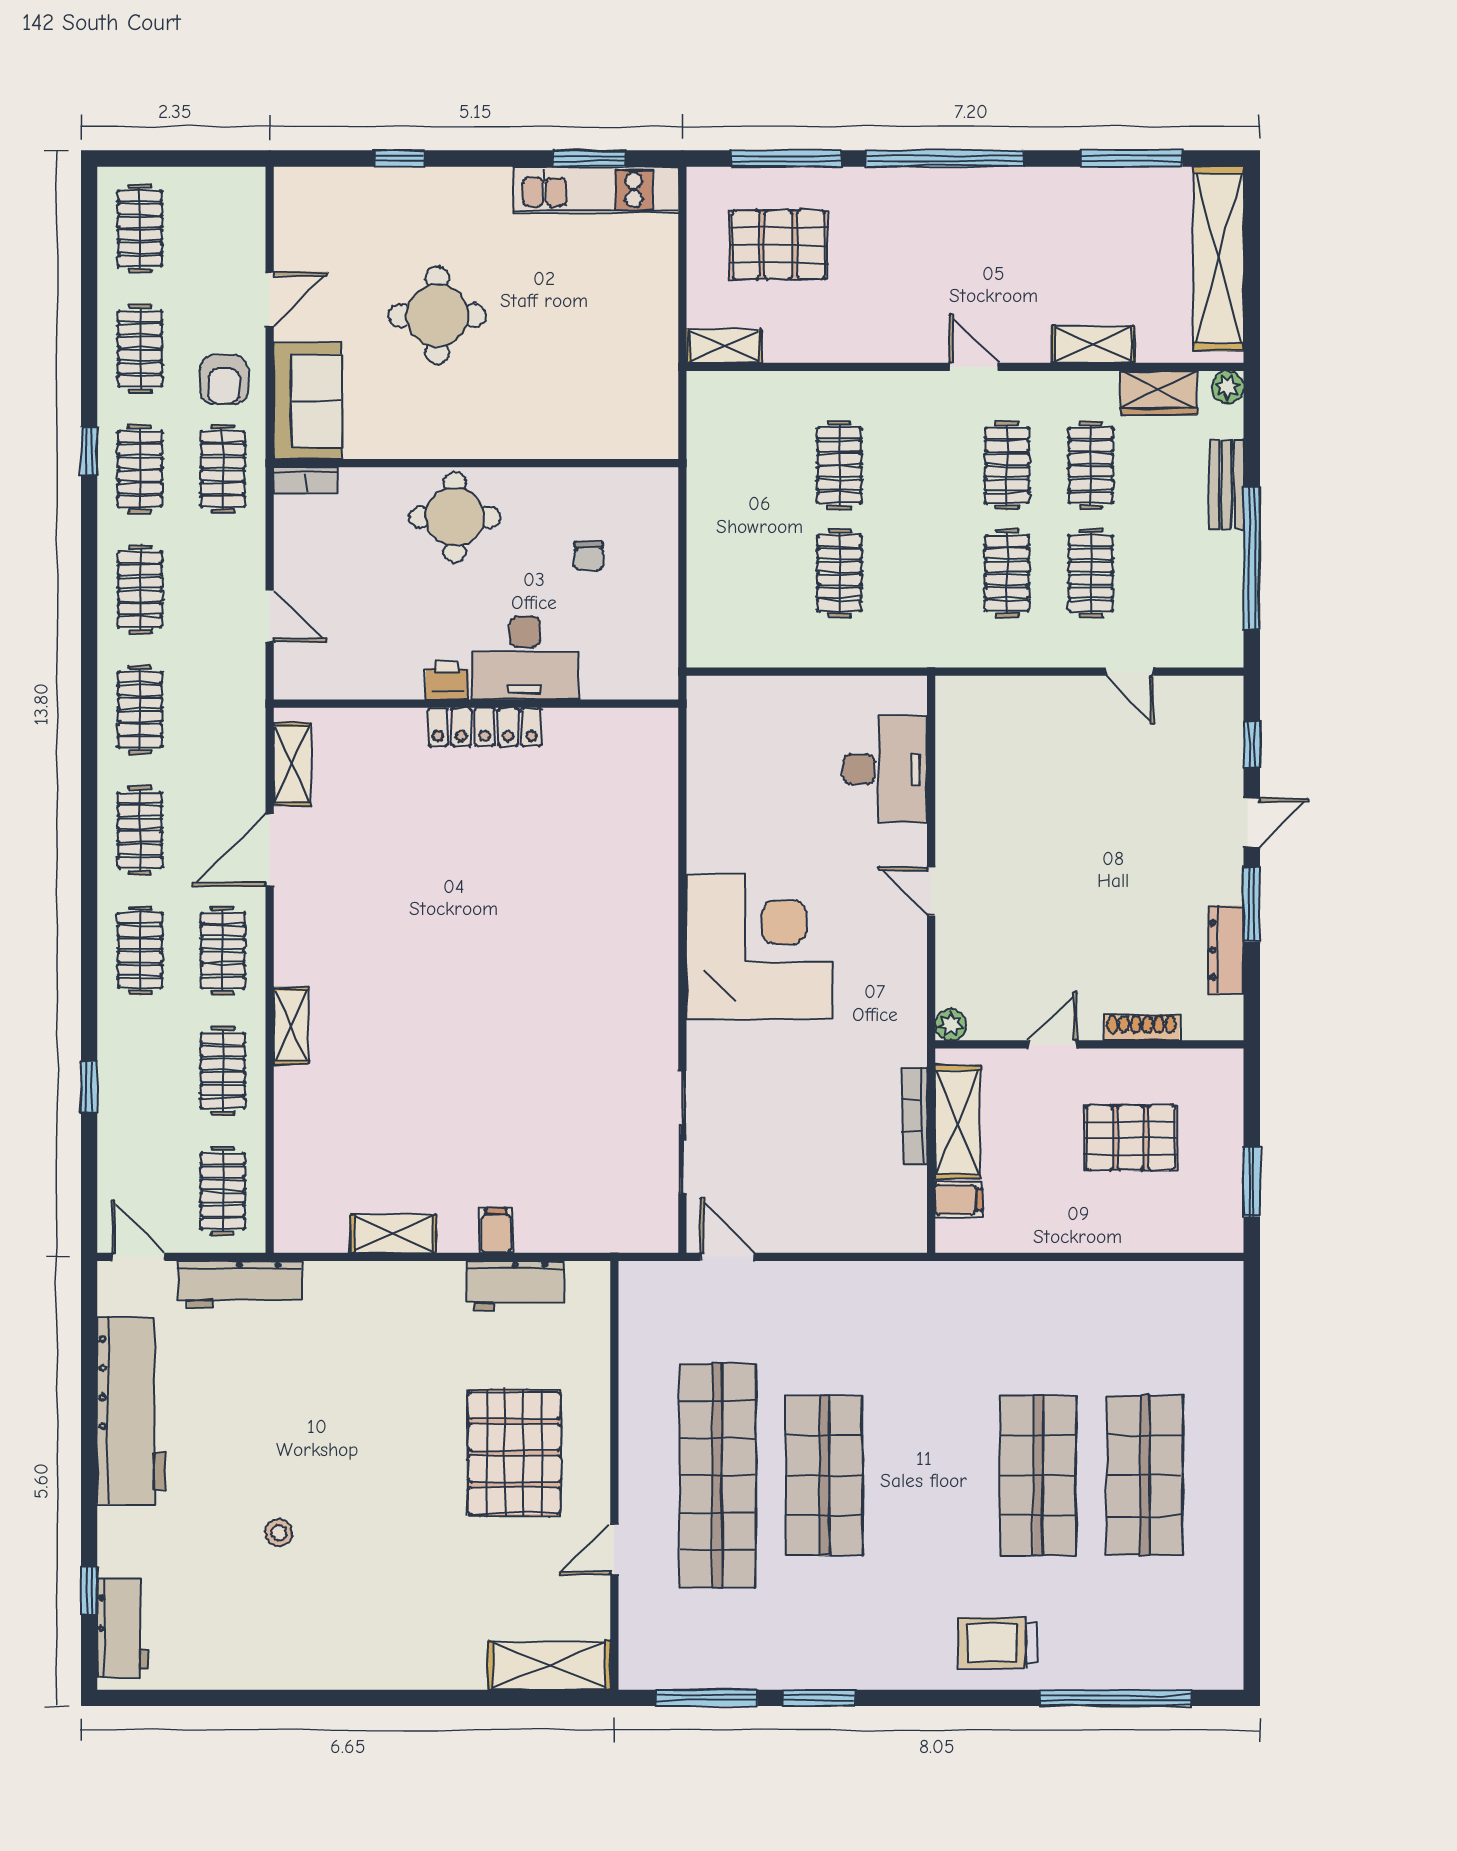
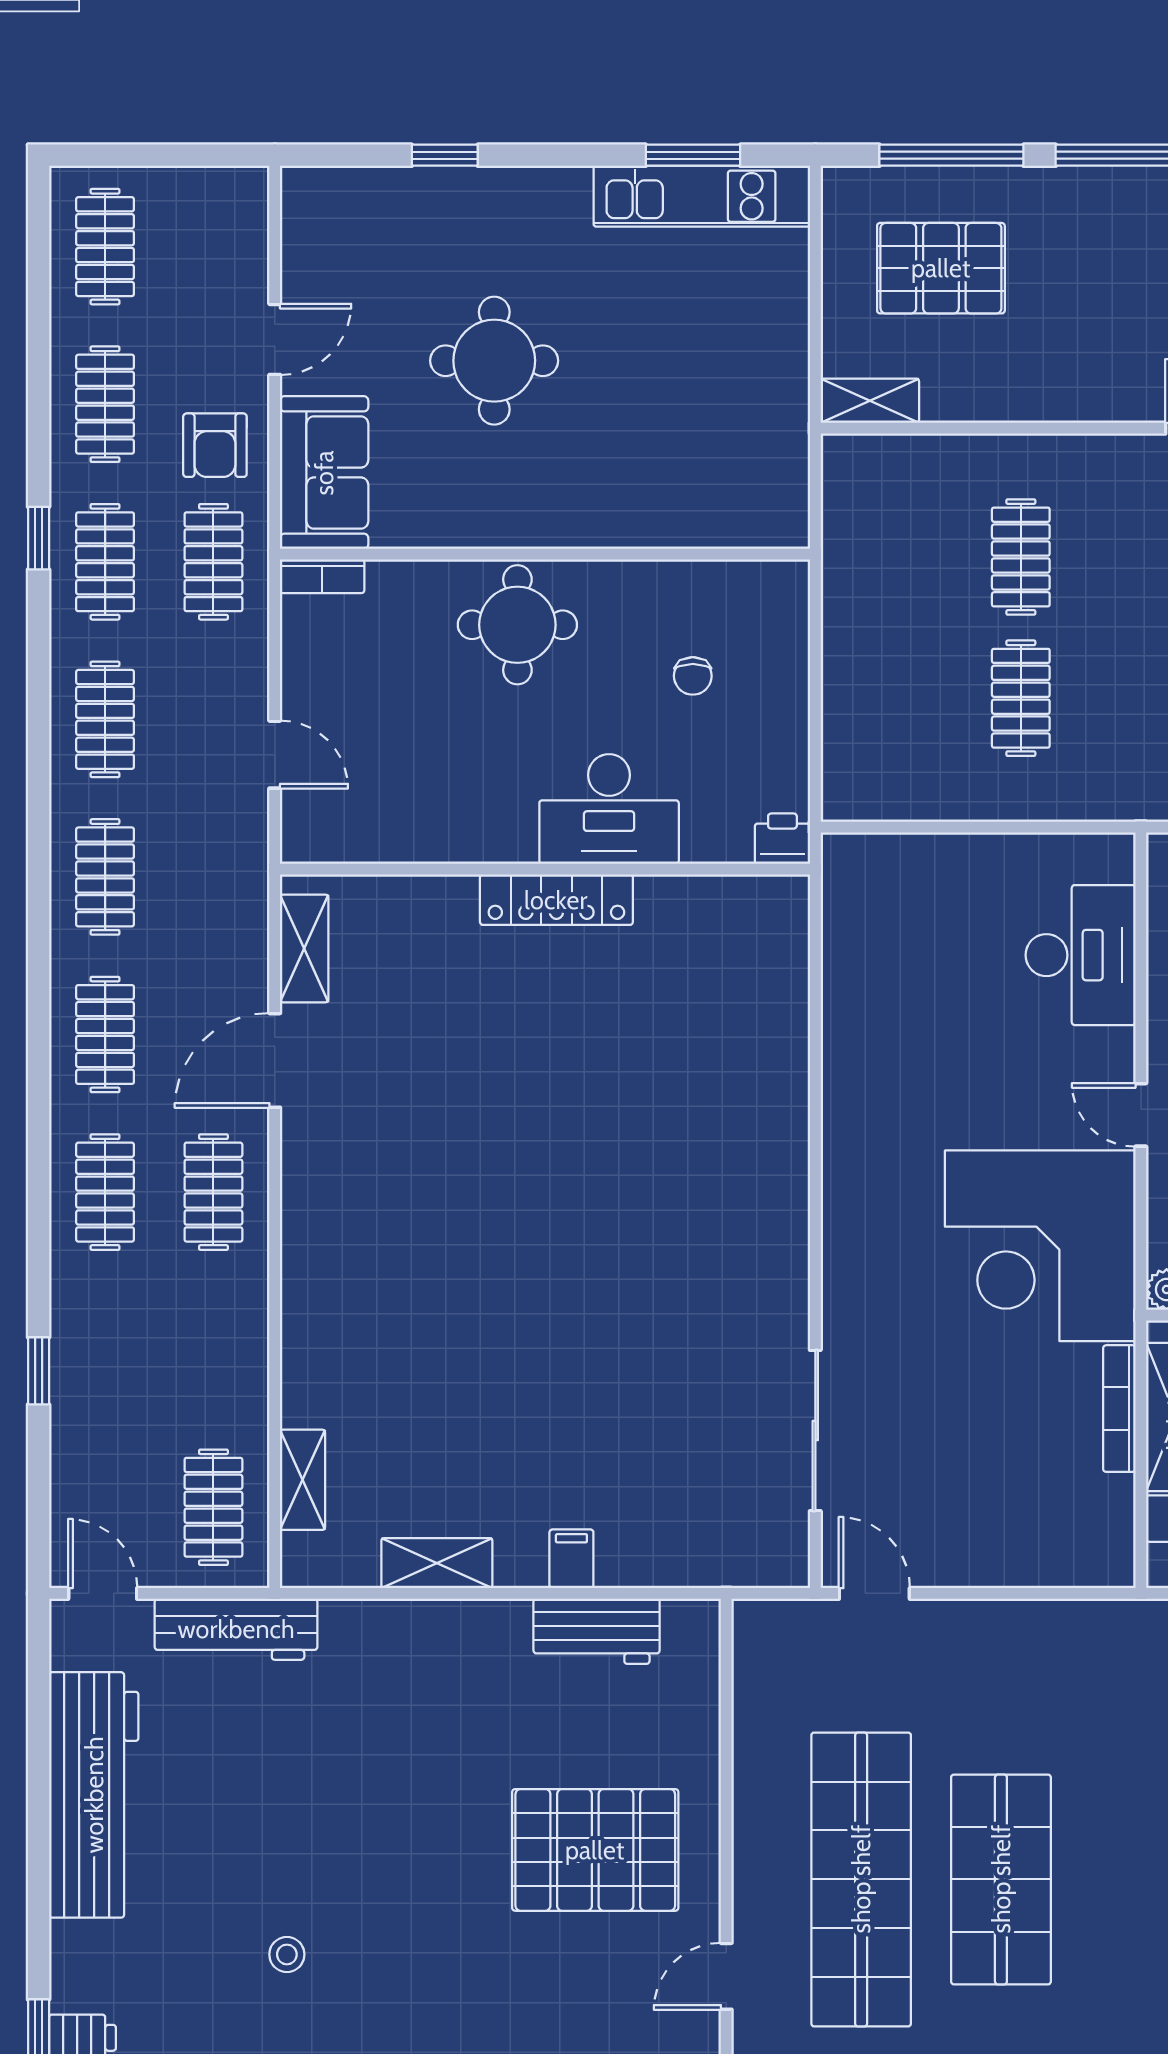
printer: (447, 680) -> (782, 839), moved
corner desk: (759, 947) -> (1040, 1246), moved, turned 180
shelving: (291, 1026) -> (303, 1480), moved
clothes rail: (223, 1071) -> (213, 1350), removed
pallet: (514, 1453) -> (595, 1850), turned 90

